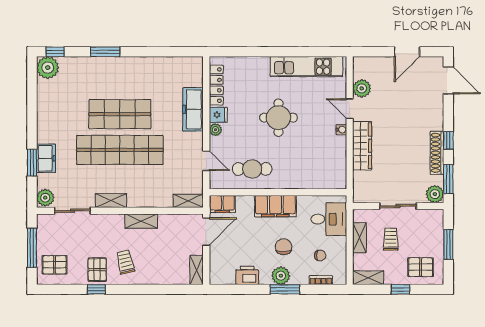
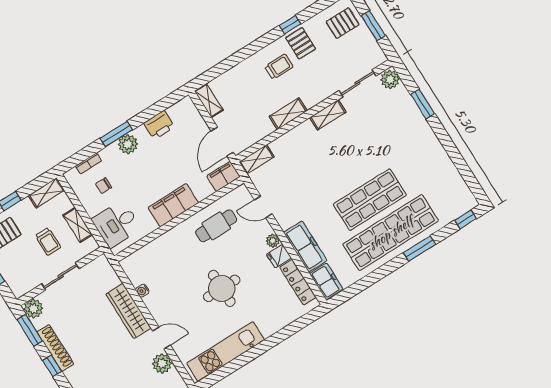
plant: (48, 68) -> (463, 201), removed
water cooler: (341, 130) -> (142, 291), moved
shop shelf: (120, 150) -> (391, 233), moved
freezer: (46, 158) -> (326, 281), moved, turned 180
chair: (284, 247) -> (142, 172), removed
window: (32, 248) -> (373, 26), width x0.69
trolley: (125, 262) -> (279, 67), turned -77

